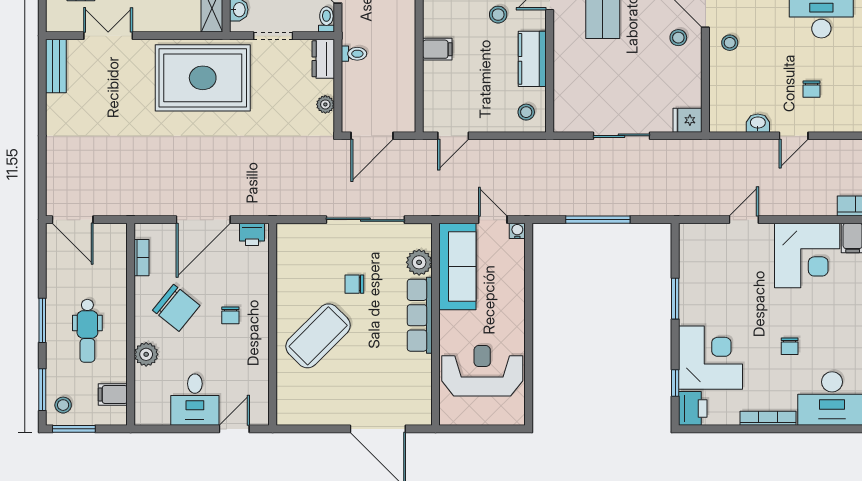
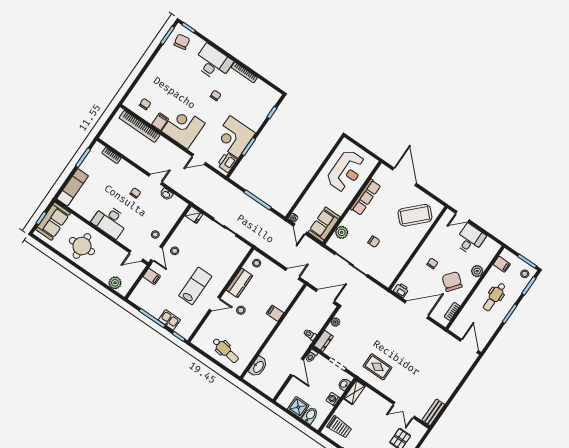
rug: (203, 78) -> (377, 367), width x0.54, depth x0.49
sofa: (457, 266) -> (324, 225), width x0.73
row of seats: (420, 315) -> (365, 197), moved
dental chair: (87, 331) -> (494, 297), turned 180
coffee table: (318, 336) -> (415, 215), moved
corner desk: (711, 358) -> (234, 137), moved
reception desk: (482, 371) -> (346, 171), turned -90
printer: (693, 408) -> (227, 162), moved

